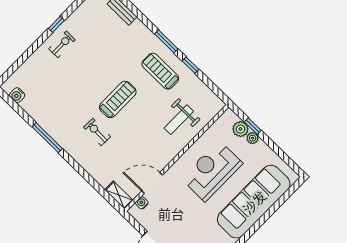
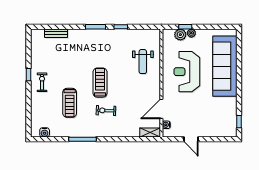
treadmill: (160, 71) -> (70, 103), moved, turned -90

